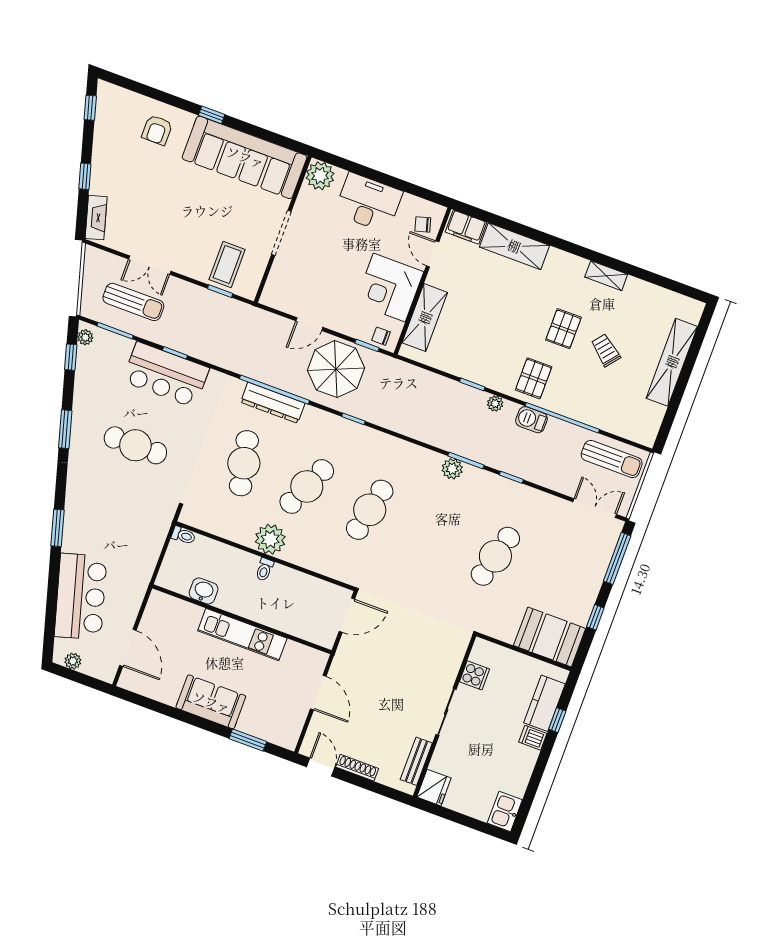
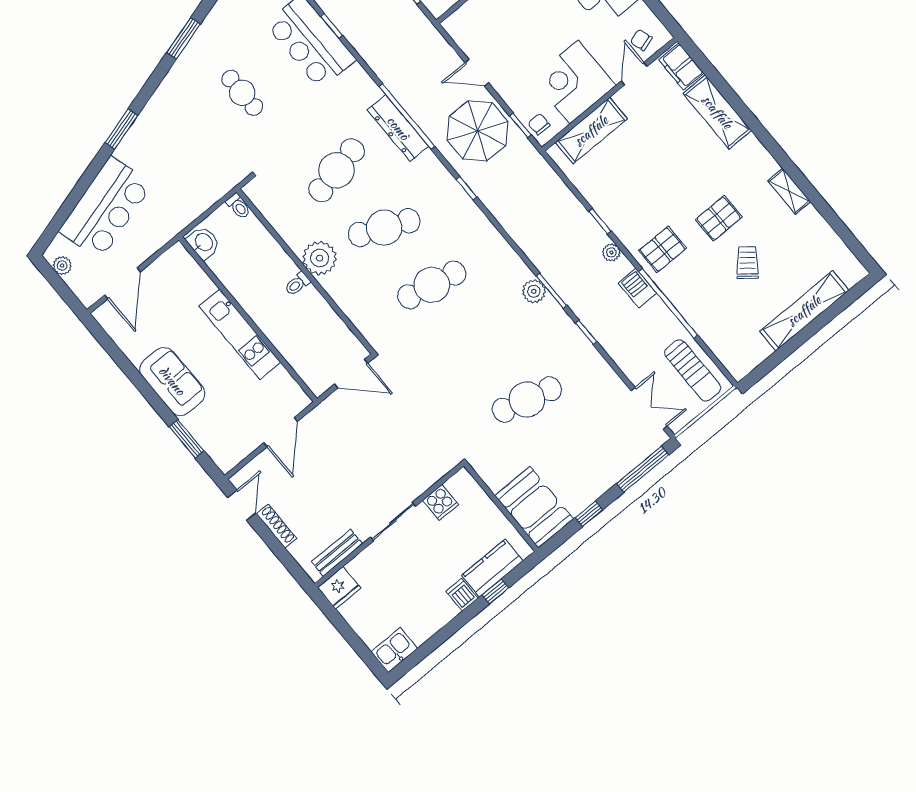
cafe table: (135, 445) -> (242, 93), width x0.73, depth x0.74
washbasin: (204, 591) -> (203, 243), moved

